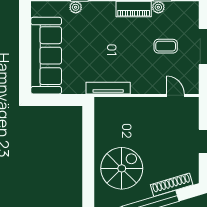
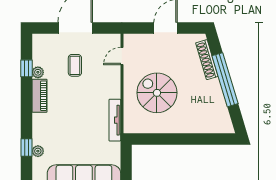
spiral stairs: (122, 168) -> (157, 93), moved

